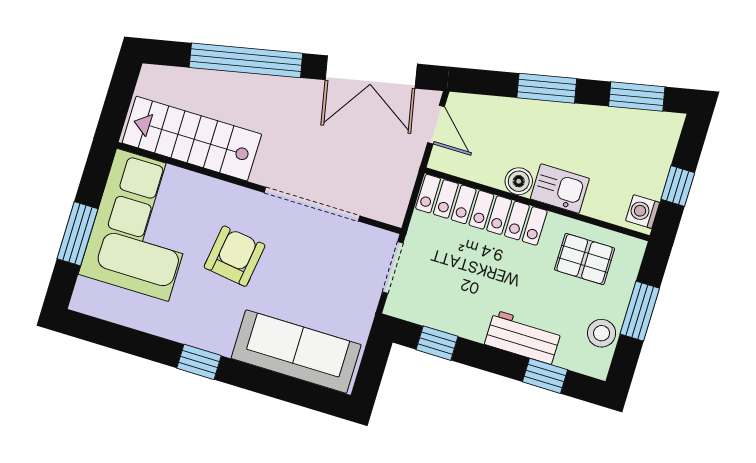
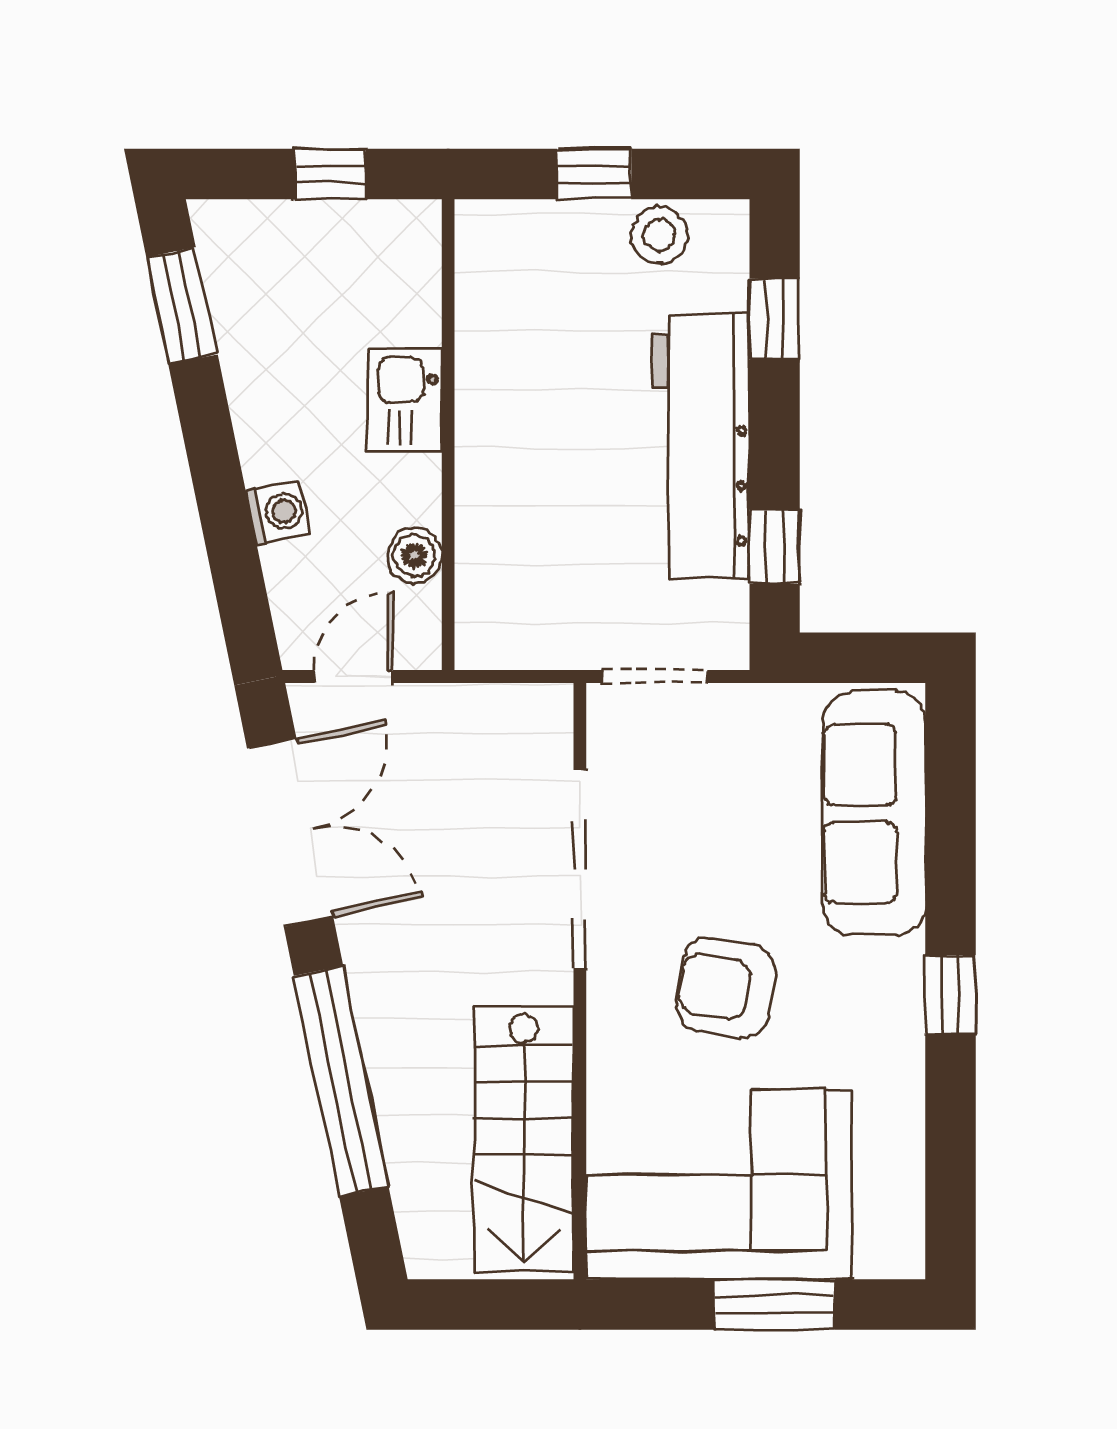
window: (547, 88) -> (219, 484), removed
boiler: (519, 181) -> (414, 556), moved
locker: (481, 210) -> (491, 539), removed
washing machine: (643, 212) -> (278, 512), moved, turned -102
pallet: (585, 259) -> (526, 311), removed
window: (640, 311) -> (594, 174), width x0.67
workbench: (523, 337) -> (701, 446), width x1.88, depth x1.32

